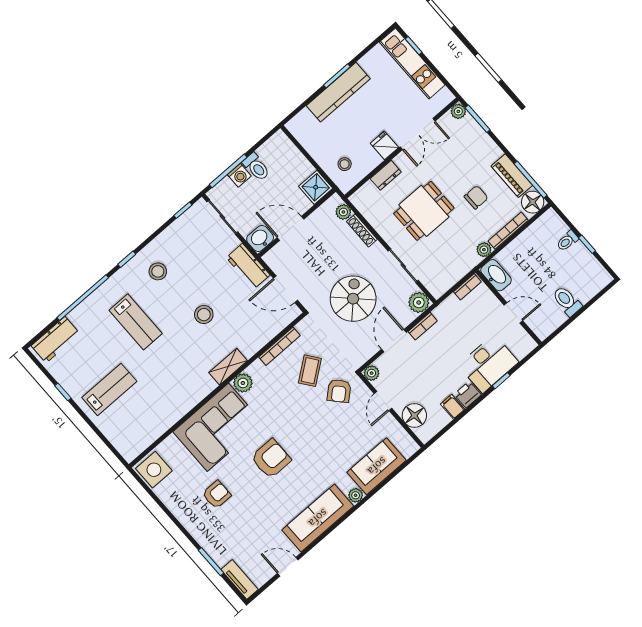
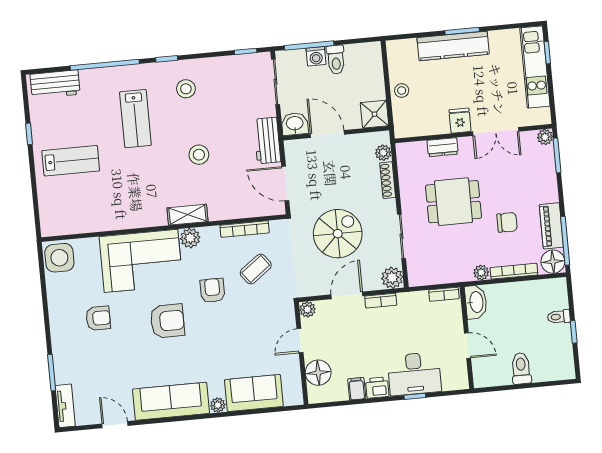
stool: (345, 164) -> (402, 90), moved
armchair: (339, 391) -> (212, 290), moved, turned 132

